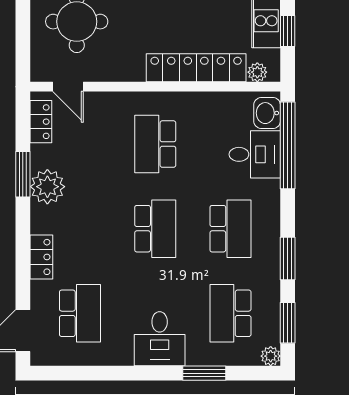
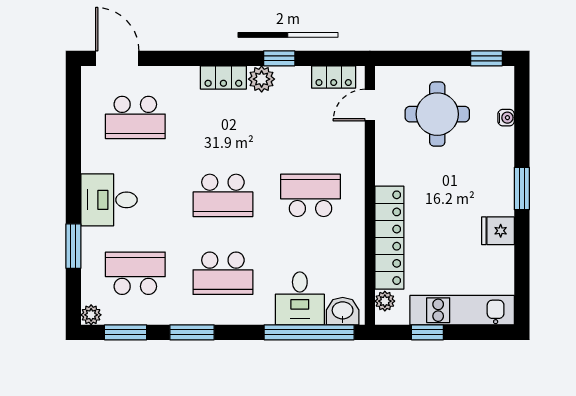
window: (23, 174) -> (279, 58), width x0.67
plant: (47, 187) -> (262, 79), width x0.73, depth x0.73
locker: (41, 257) -> (223, 77), moved

